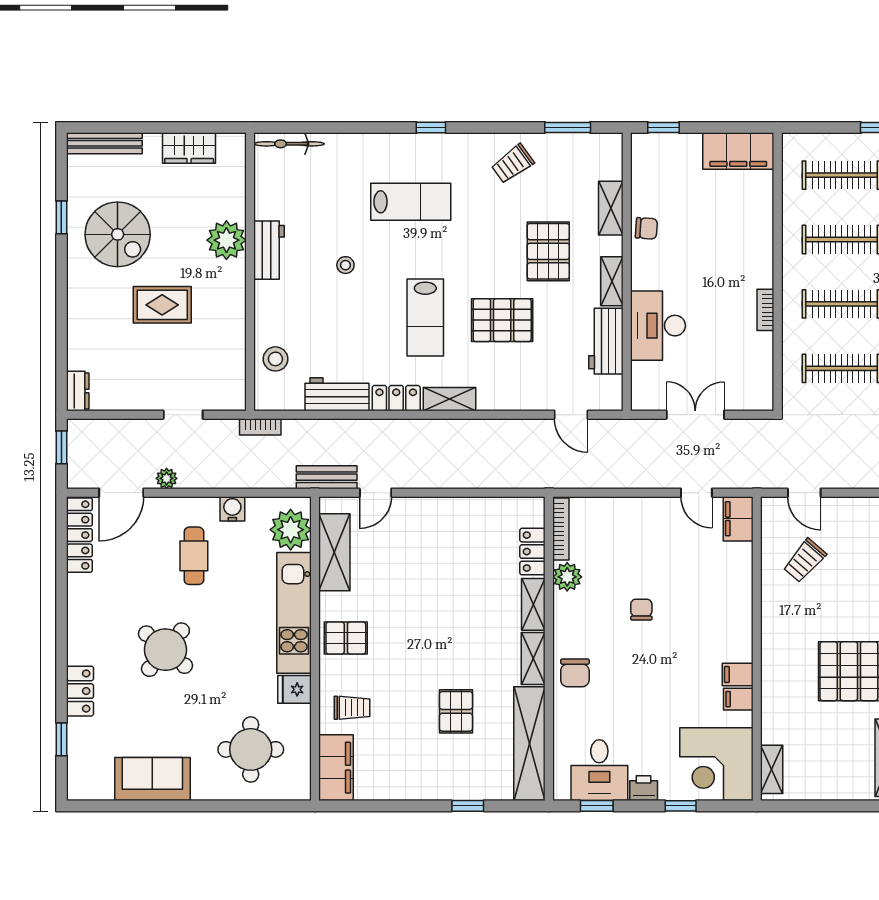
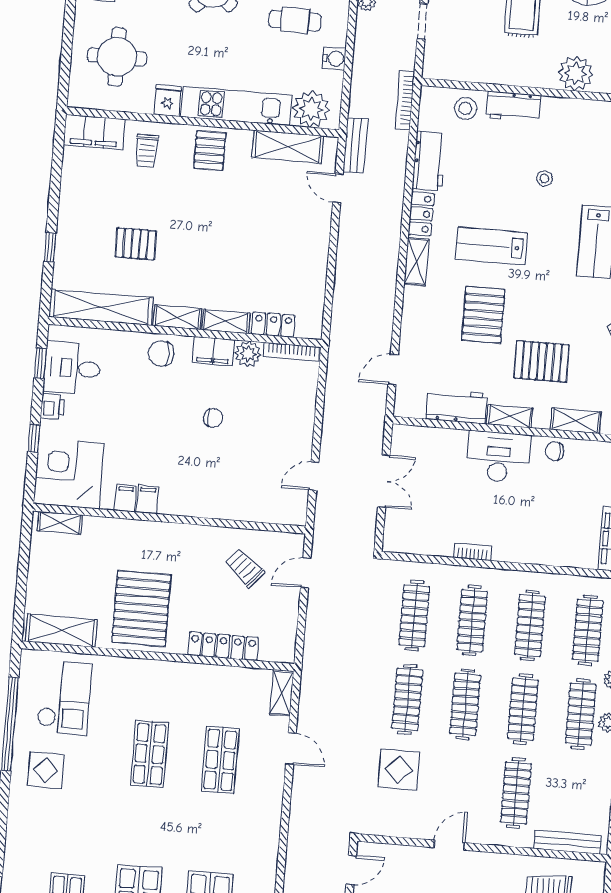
chair: (646, 228) -> (555, 451), turned 86
workbench: (269, 250) -> (513, 107), moved
desk: (658, 326) -> (498, 457), moved
bookcase: (260, 427) -> (405, 100), width x1.56
filing cabinet: (738, 519) -> (213, 351), moved, turned 180

